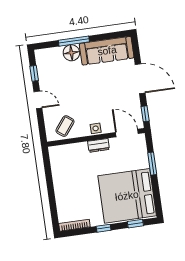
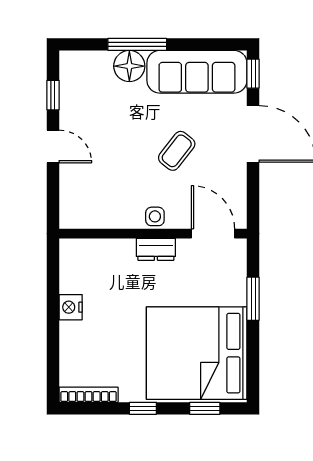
window: (145, 114) -> (253, 74), moved
coffee table: (65, 126) -> (177, 151), moved
nightstand: (59, 181) -> (71, 307), added

